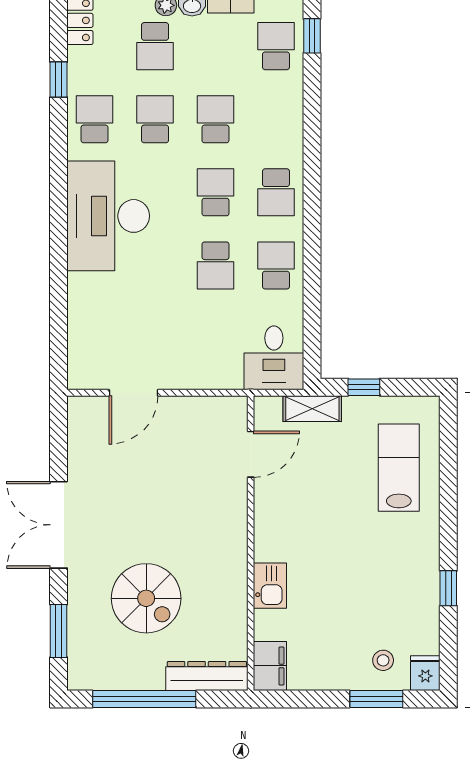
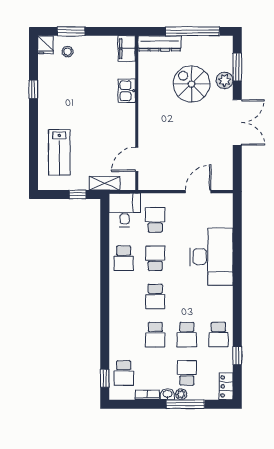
school desk: (276, 192) -> (155, 220), moved
desk: (108, 216) -> (211, 257), moved
plant: (83, 605) -> (225, 80), added

